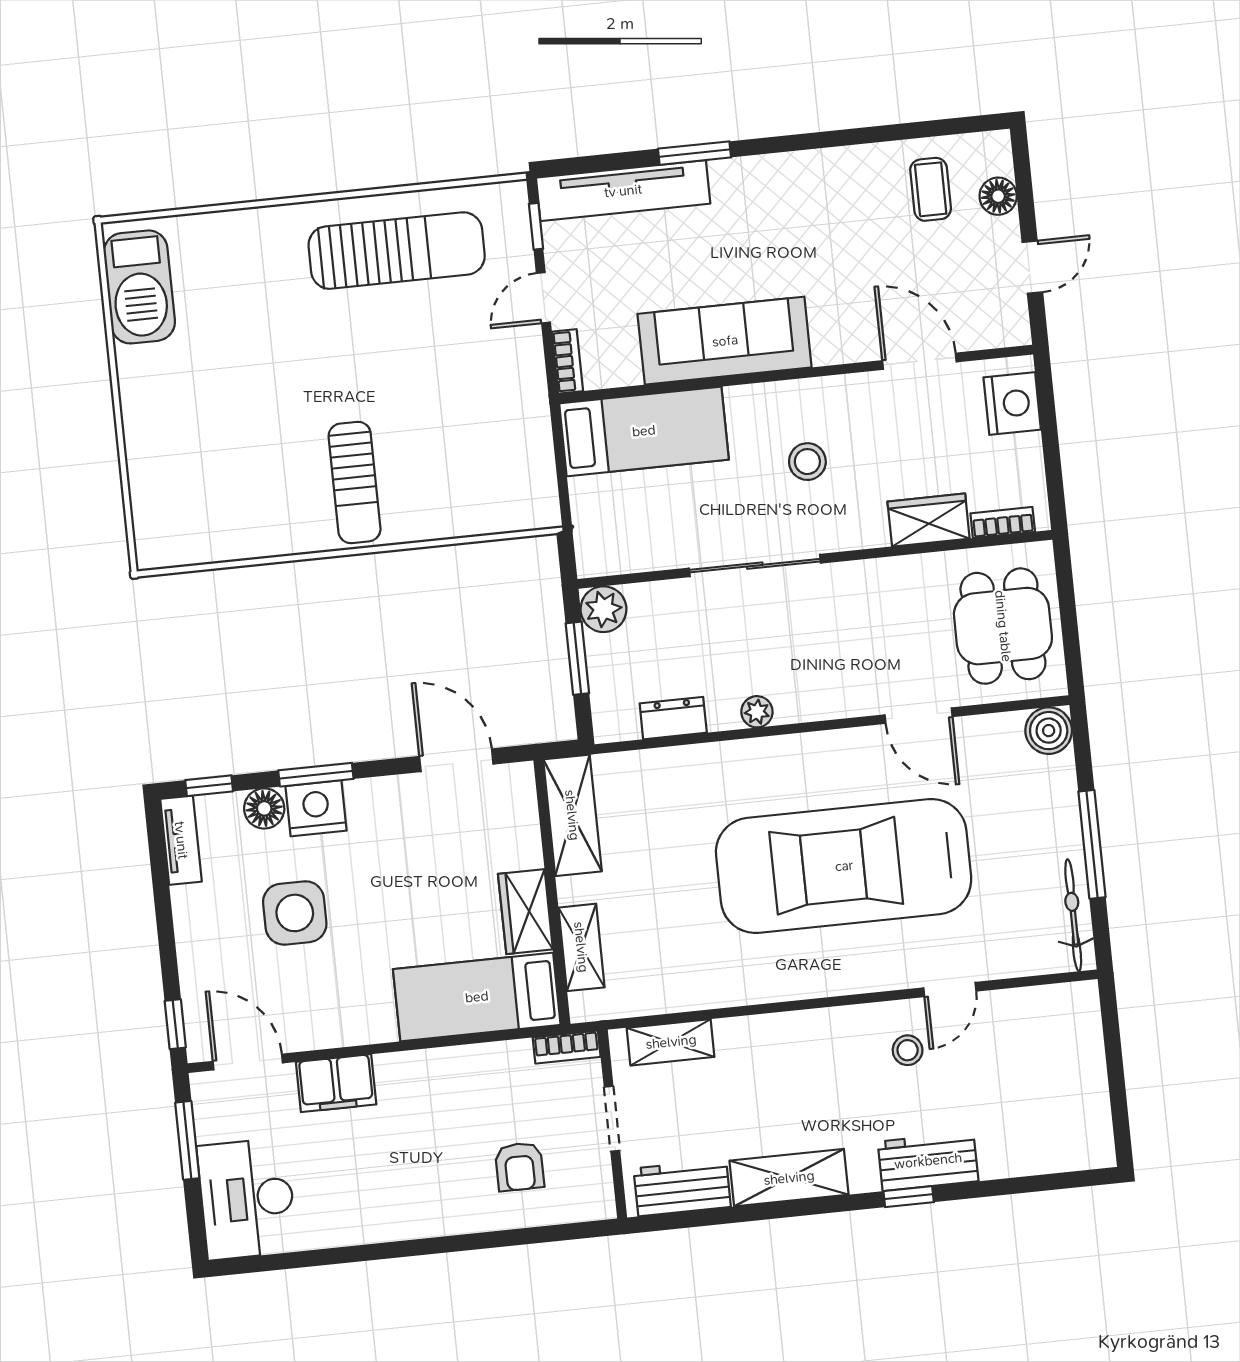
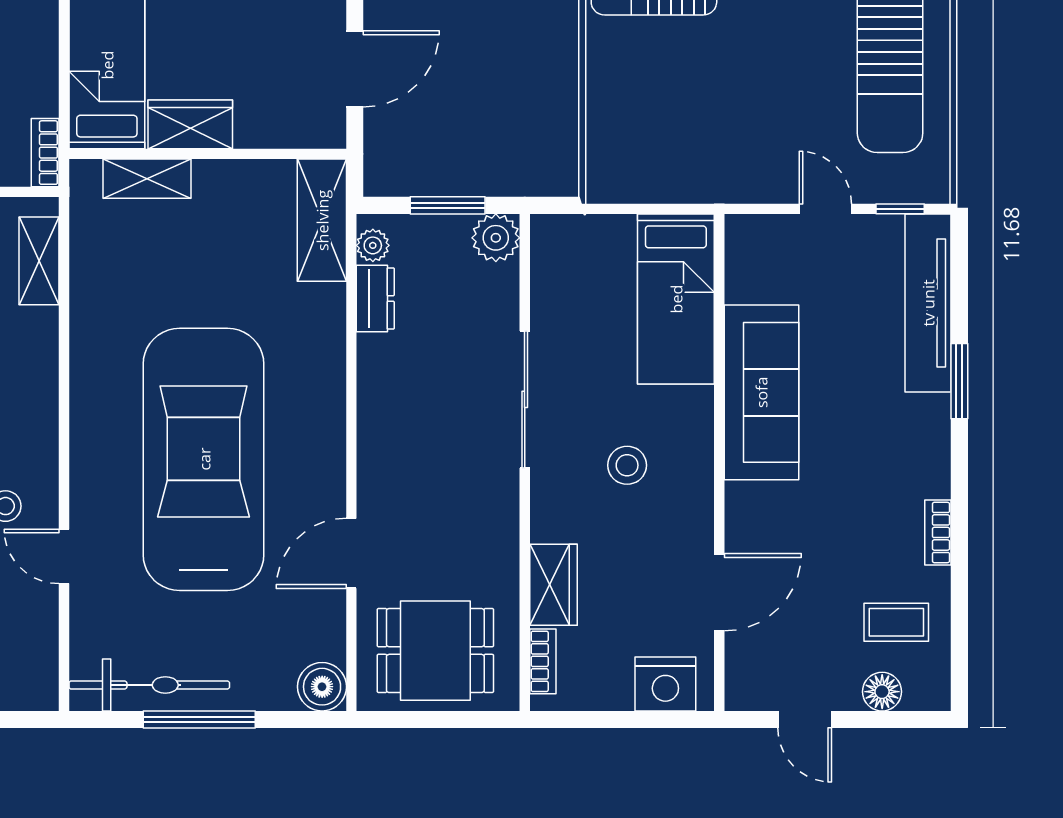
bookcase: (567, 361) -> (938, 532), moved, turned 90
plant: (757, 712) -> (373, 245), moved
shelving: (572, 815) -> (322, 220), moved, turned 90
bicycle: (1073, 915) -> (149, 685), width x1.37, depth x1.40

